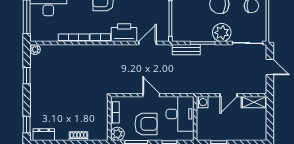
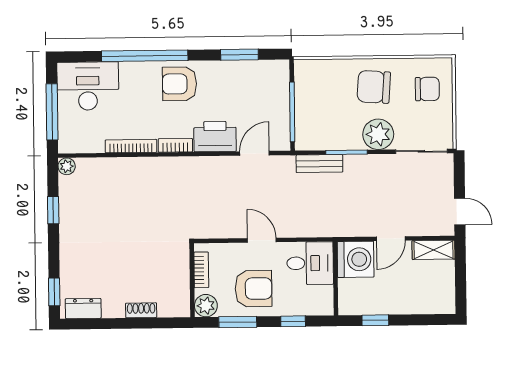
door: (270, 67) -> (460, 211), moved
washing machine: (202, 102) -> (356, 259), width x1.89, depth x1.89
desk: (180, 114) -> (310, 263), width x0.73

